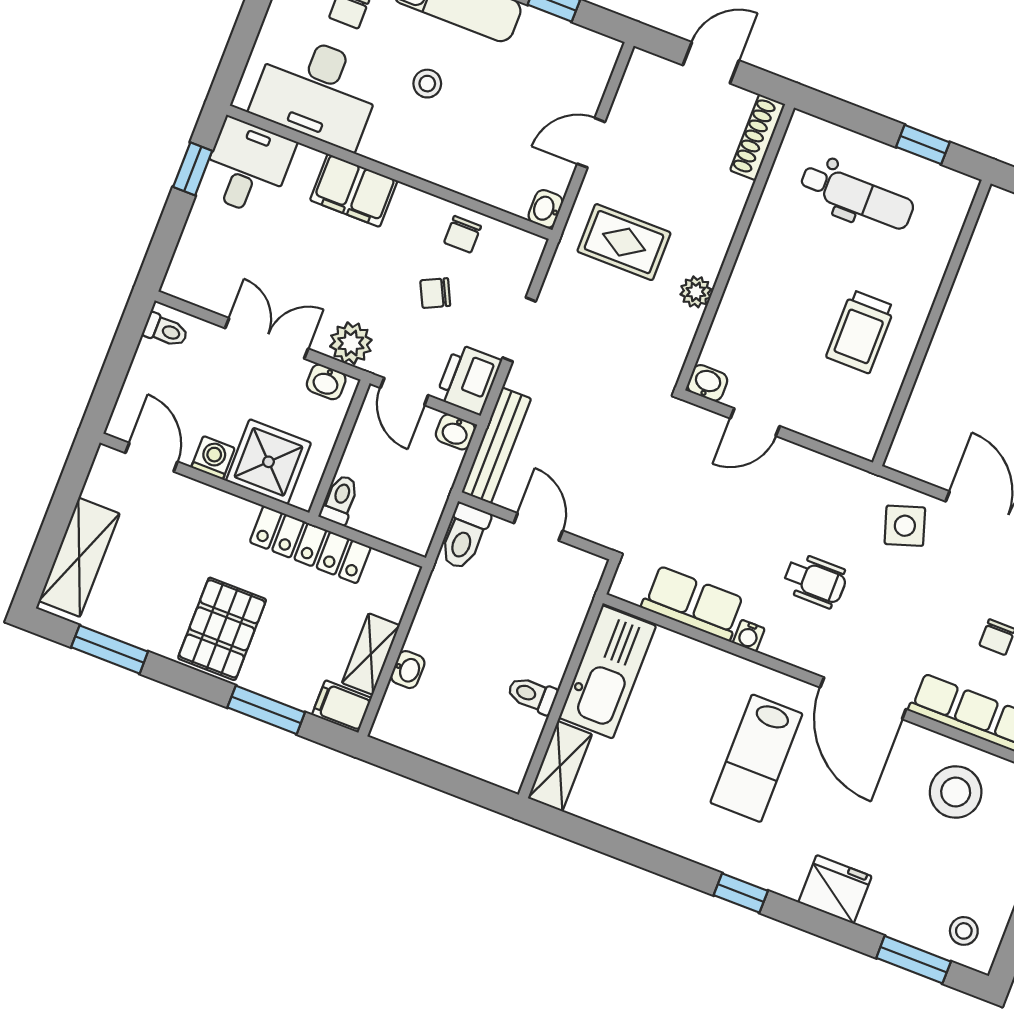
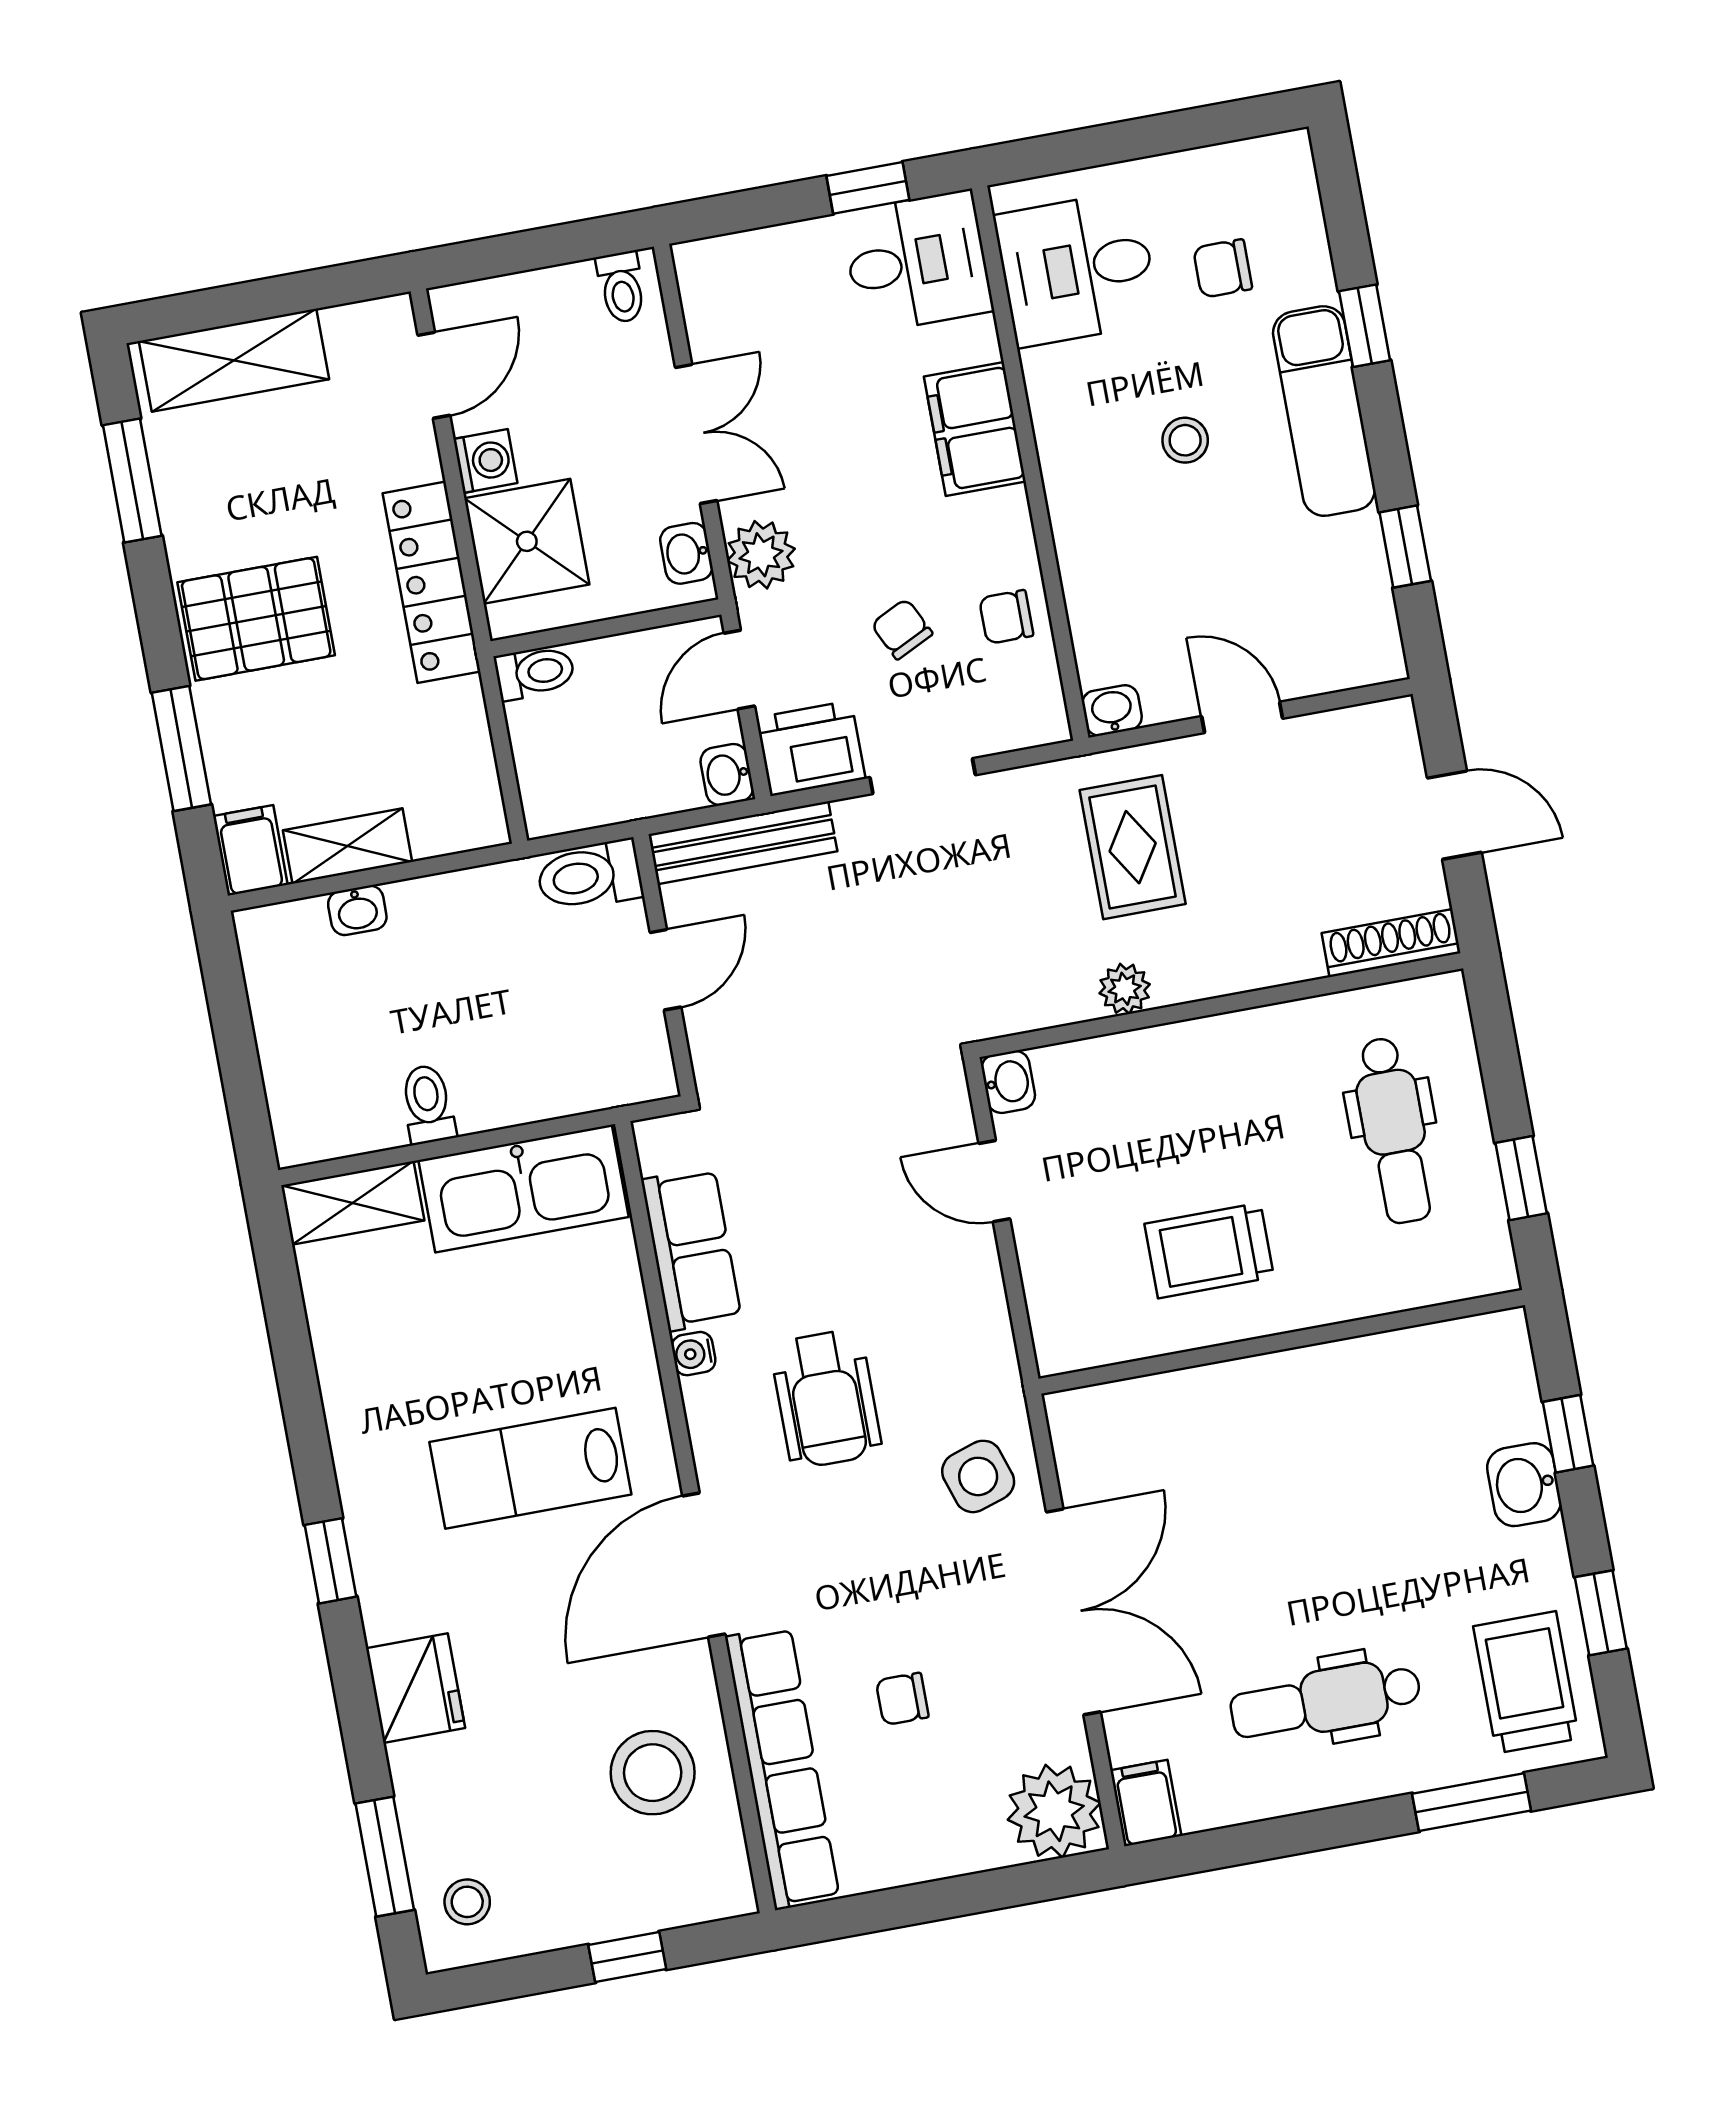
desk: (317, 91) -> (1077, 269), width x0.73
locker: (310, 545) -> (432, 582), moved
wheelchair: (815, 581) -> (826, 1399), width x1.36, depth x1.37

